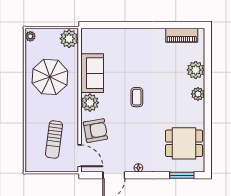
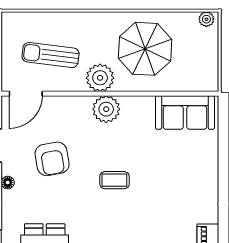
plant: (69, 39) -> (100, 78), moved
sofa: (92, 73) -> (185, 113), moved
armchair: (95, 131) -> (52, 159), moved

